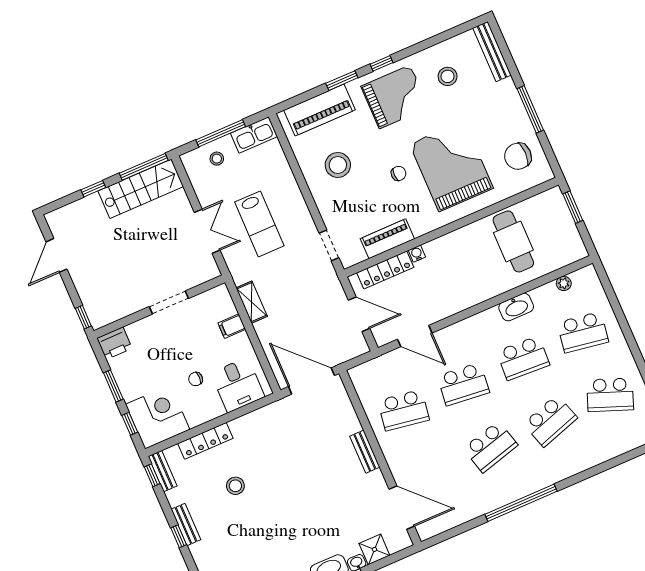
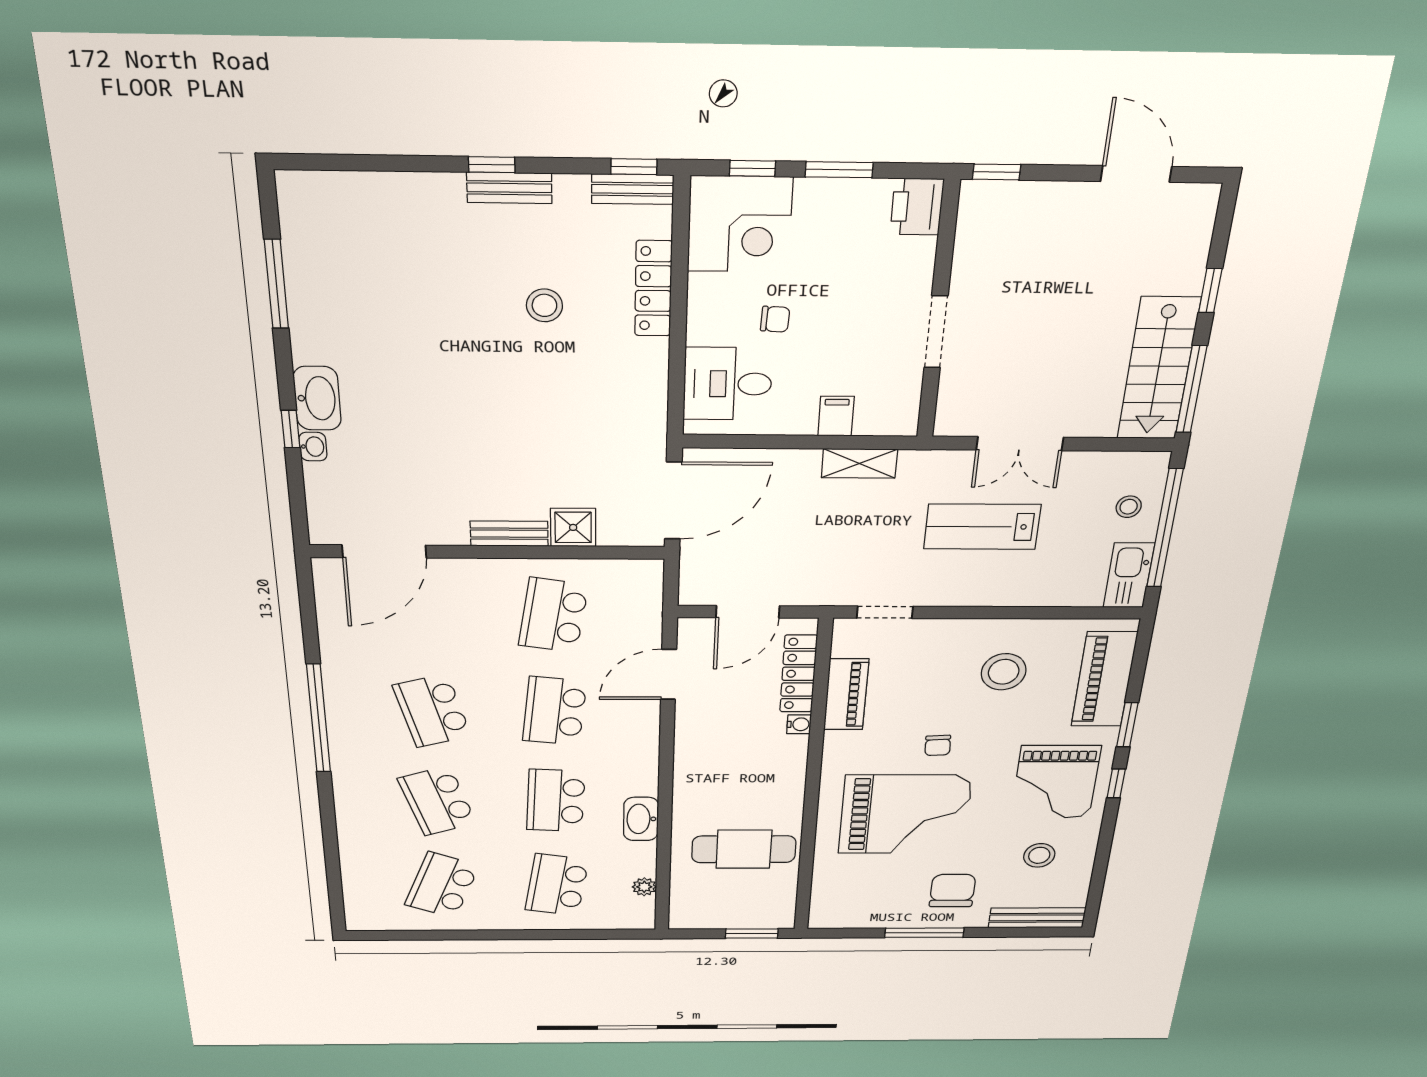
window: (221, 133) -> (1165, 529), width x1.46
chair: (518, 156) -> (952, 891), moved
chair: (196, 379) -> (775, 319), turned 93
shower: (374, 549) -> (573, 527), moved

